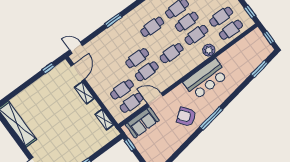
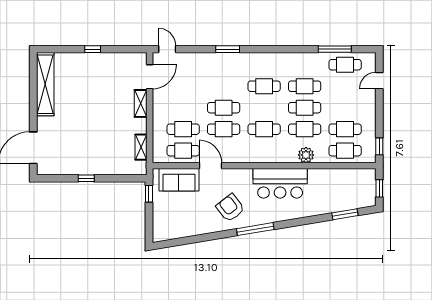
window: (48, 68) -> (93, 49), moved

